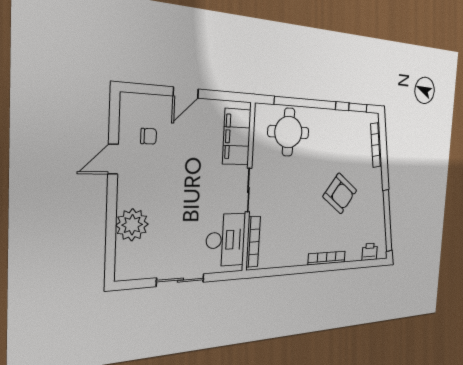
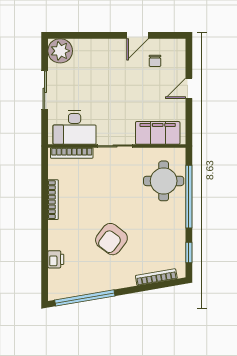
door: (186, 93) -> (189, 88), hinge flipped
door: (113, 159) -> (138, 35), swing flipped
plant: (132, 225) -> (60, 51), moved
printer: (370, 252) -> (56, 259), moved
bookcase: (327, 258) -> (53, 200), moved

